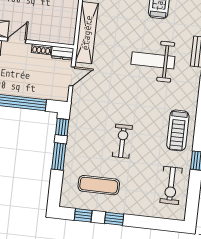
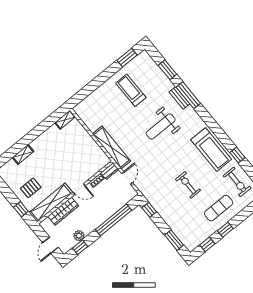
door: (17, 40) -> (79, 189), swing flipped
treadmill: (178, 130) -> (211, 150), width x1.37, depth x1.38
window: (59, 156) -> (174, 240), moved
exercise mat: (99, 185) -> (219, 208), moved

